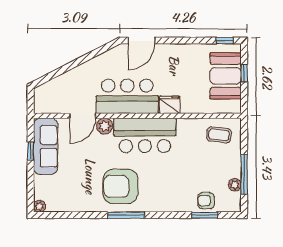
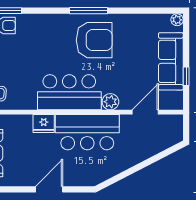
door: (141, 40) -> (49, 189), moved
door: (83, 116) -> (145, 112), moved
sofa: (46, 146) -> (171, 61), moved

